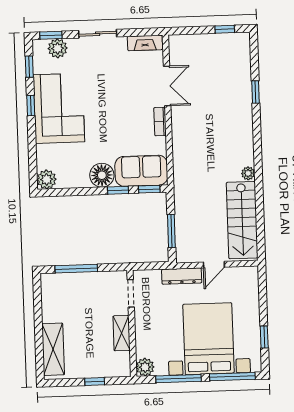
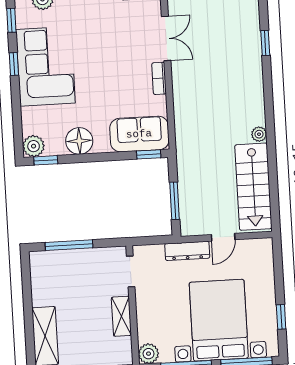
floor lamp: (102, 175) -> (79, 141), moved
window: (118, 190) -> (46, 160), moved

